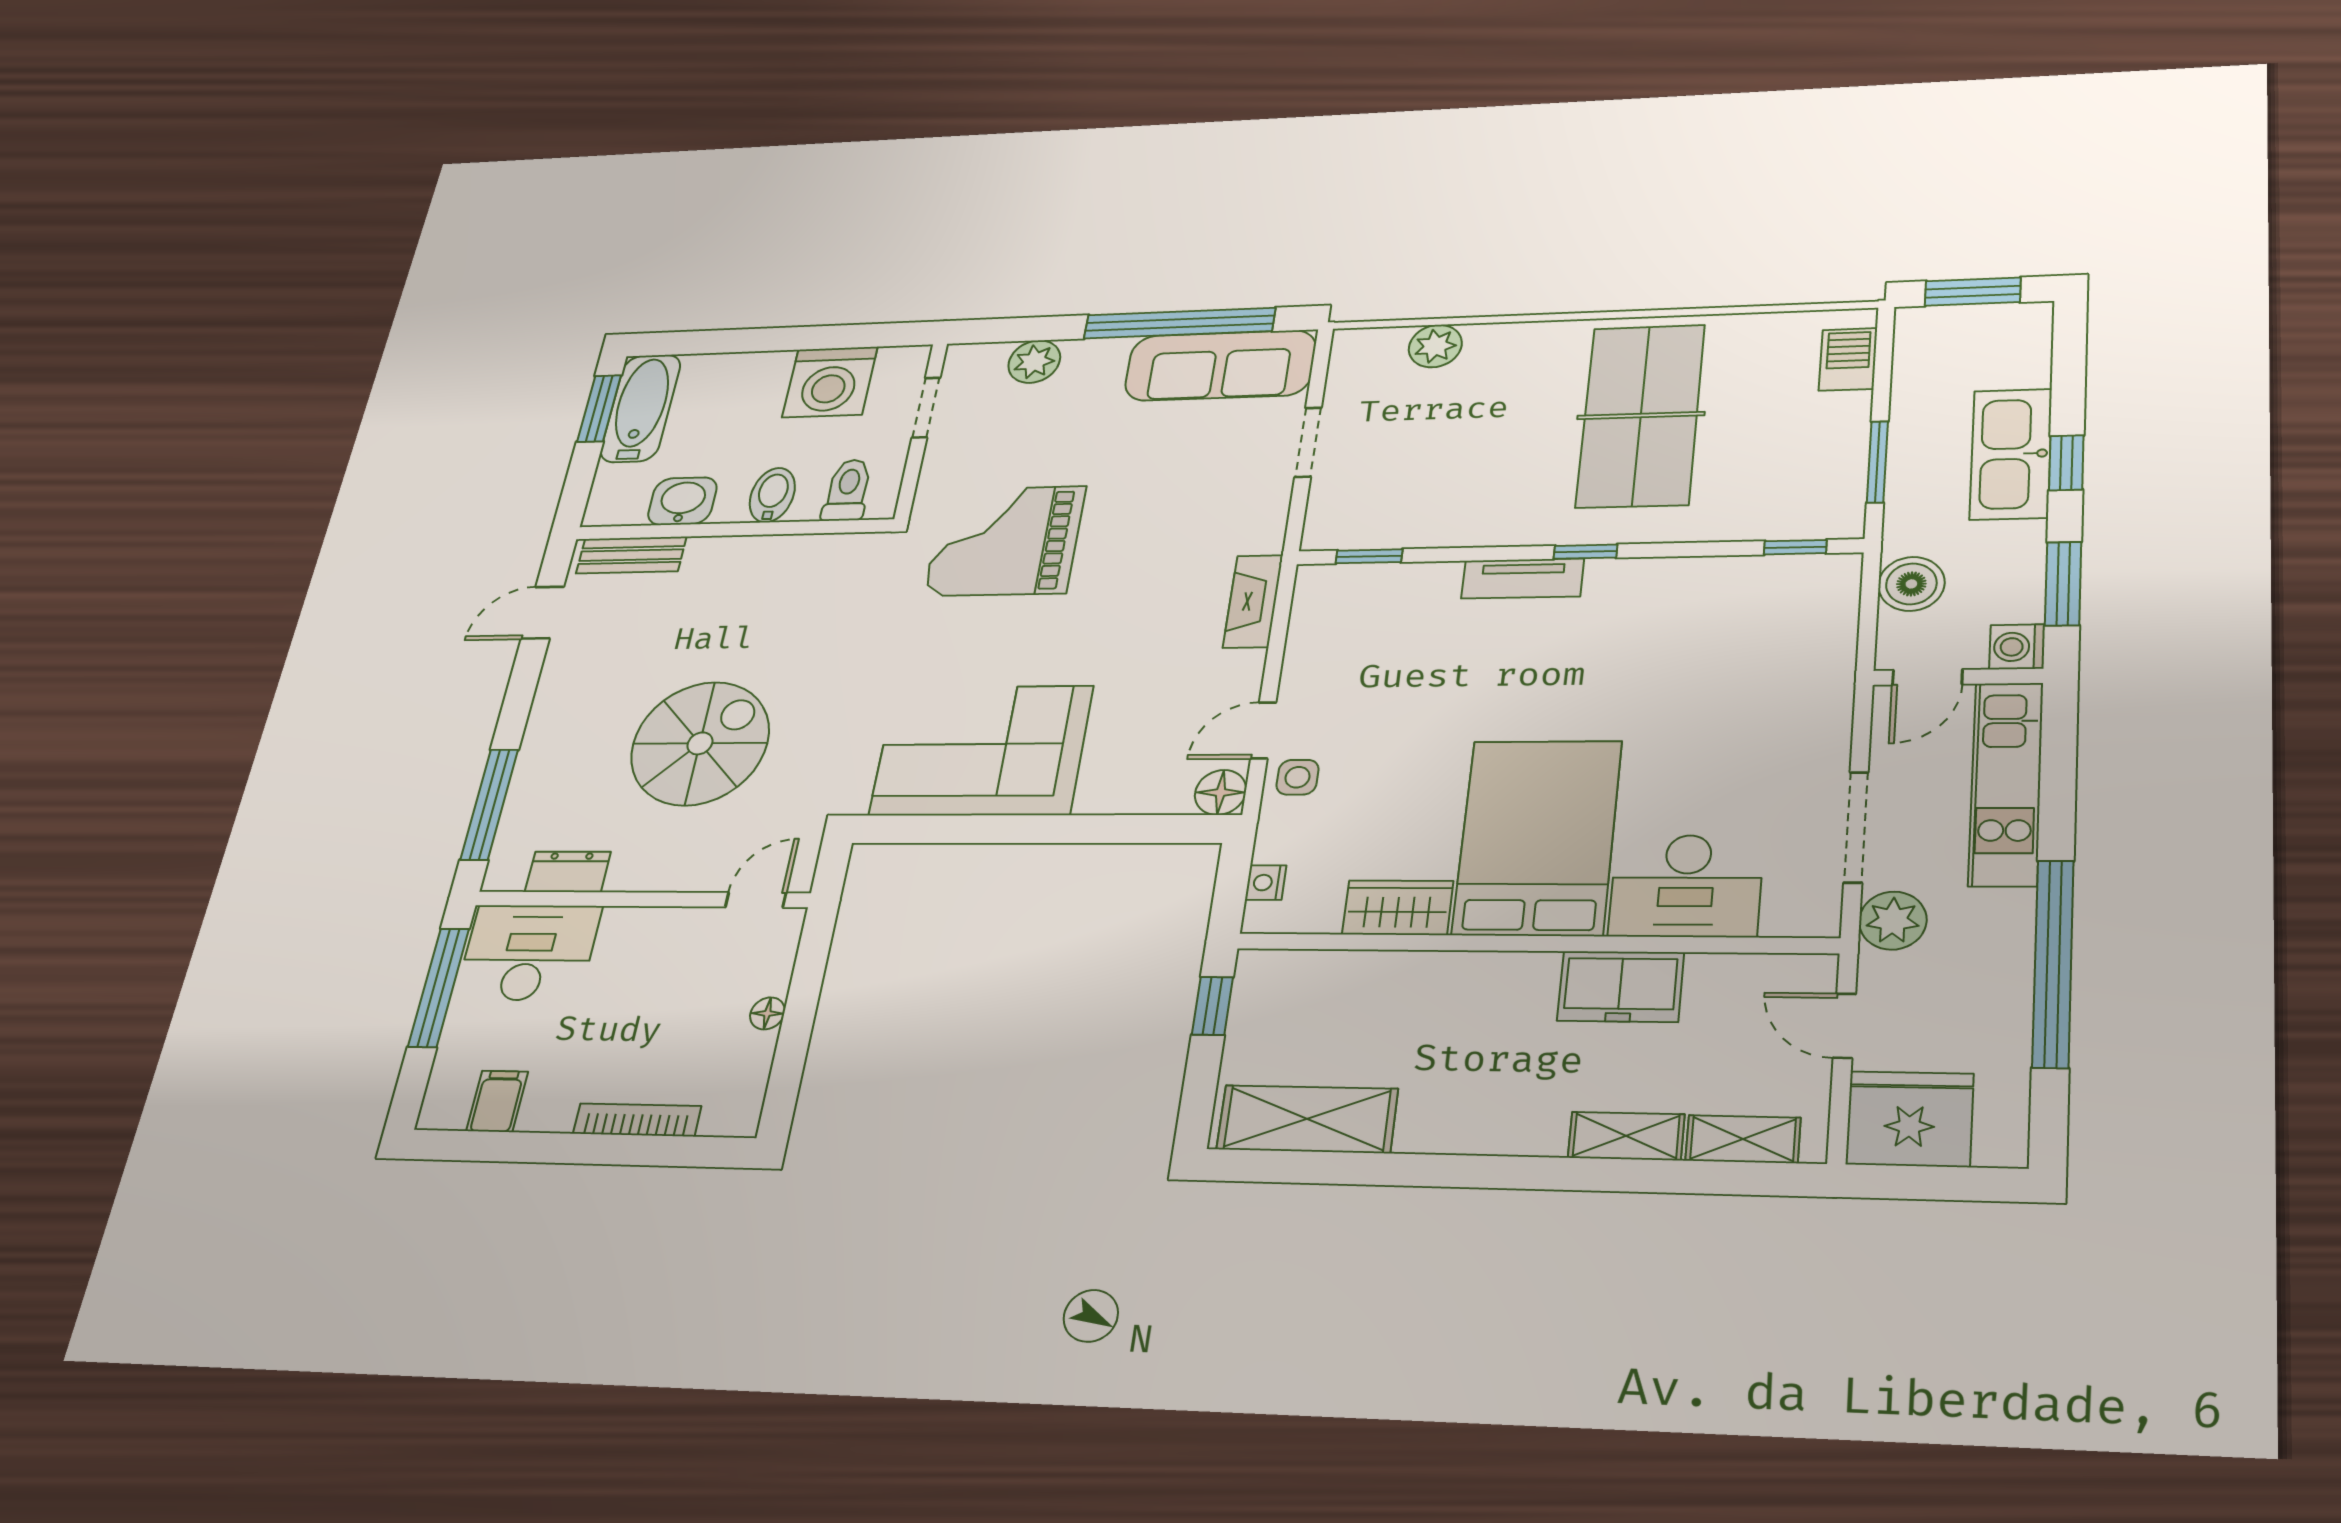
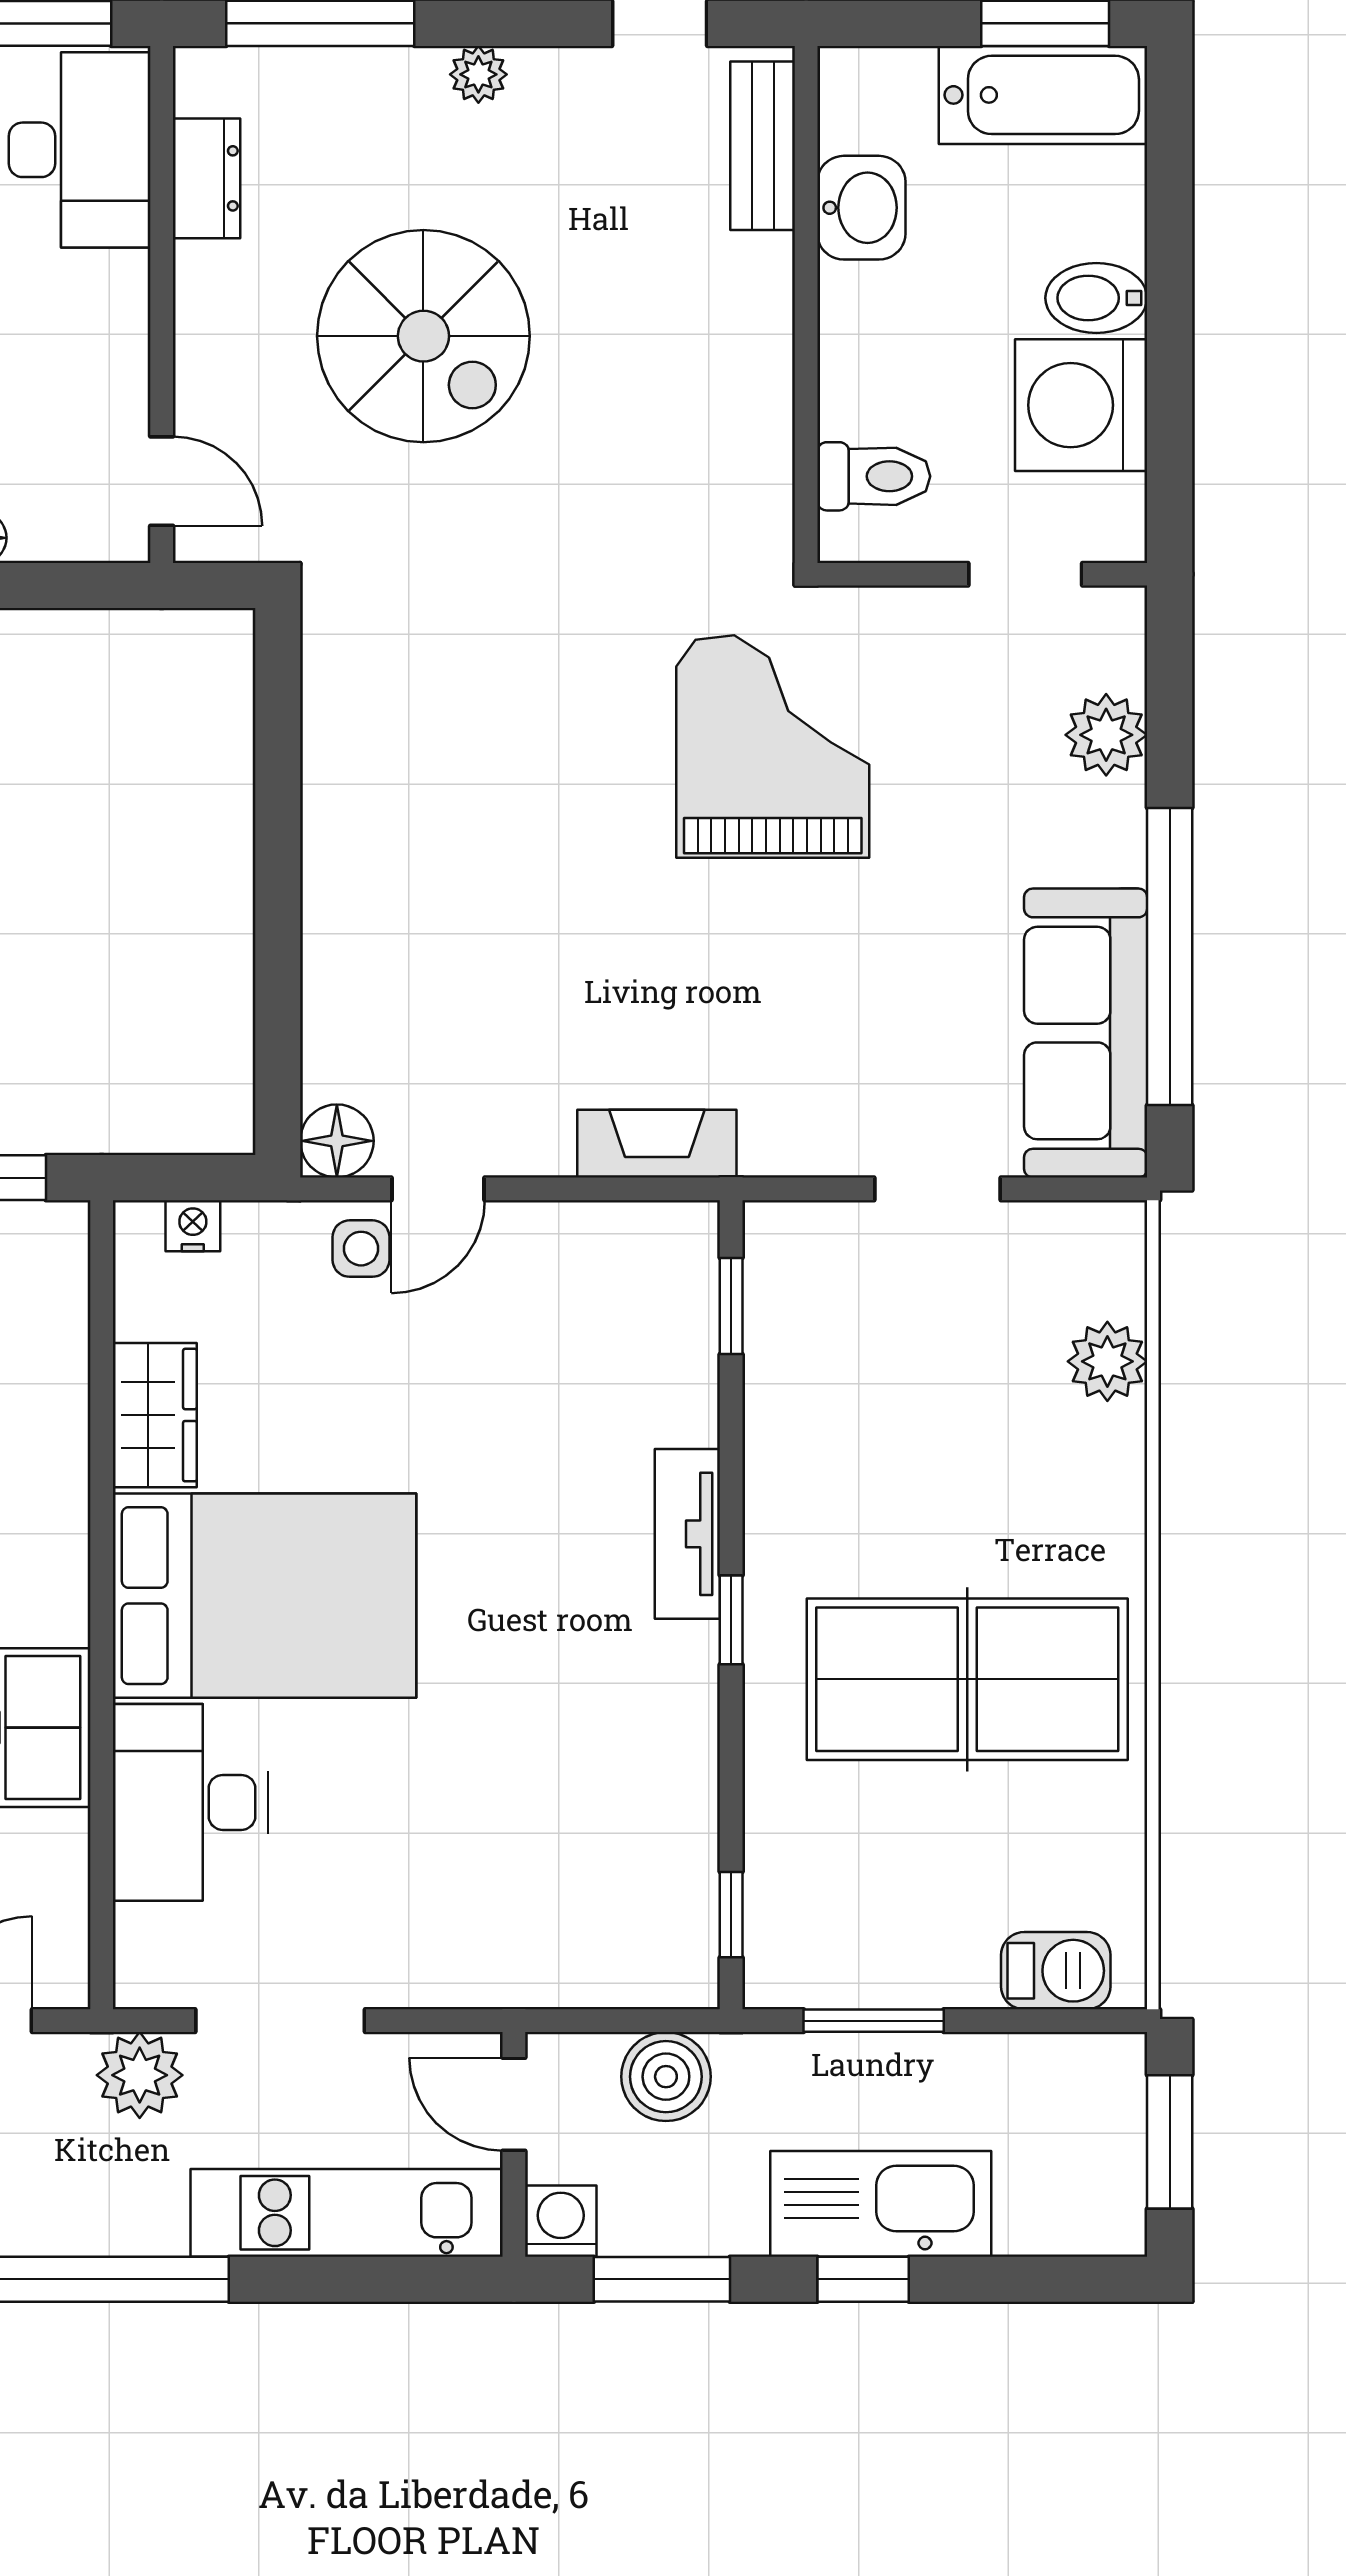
bidet: (772, 495) -> (1096, 298), moved, turned 180
plant: (546, 713) -> (478, 74), added
door: (1263, 730) -> (438, 1189), swing flipped
corner sofa: (981, 750) -> (408, 775), removed

